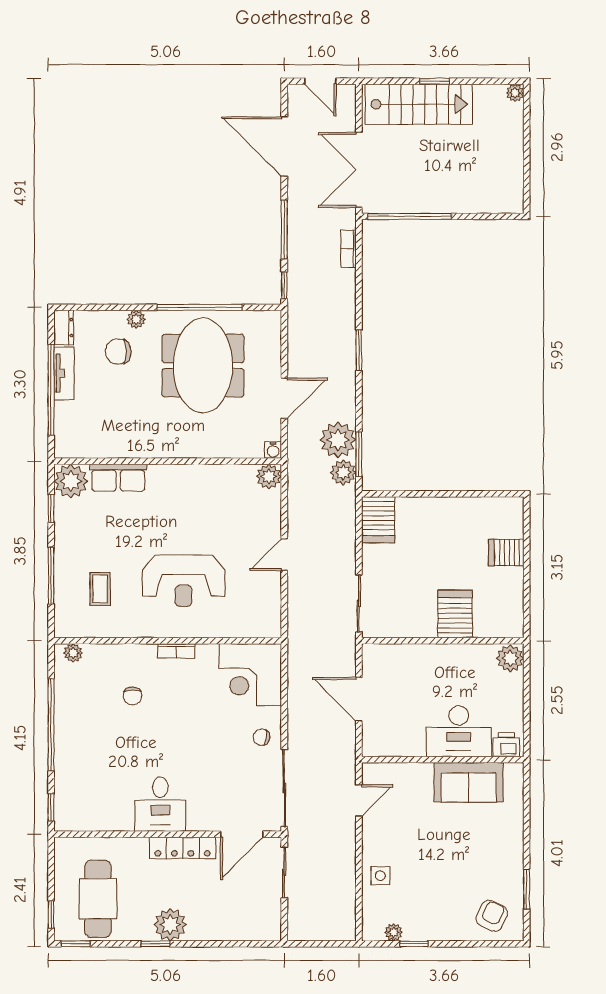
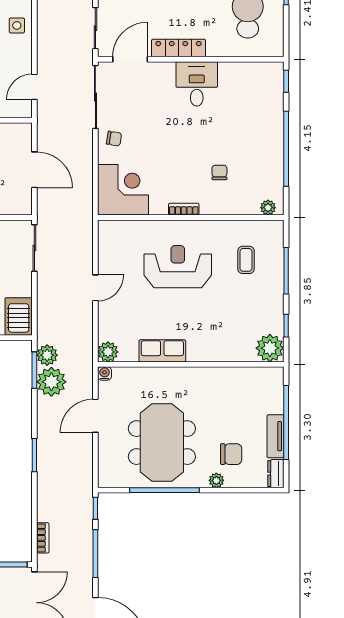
row of seats: (118, 478) -> (162, 351), moved

